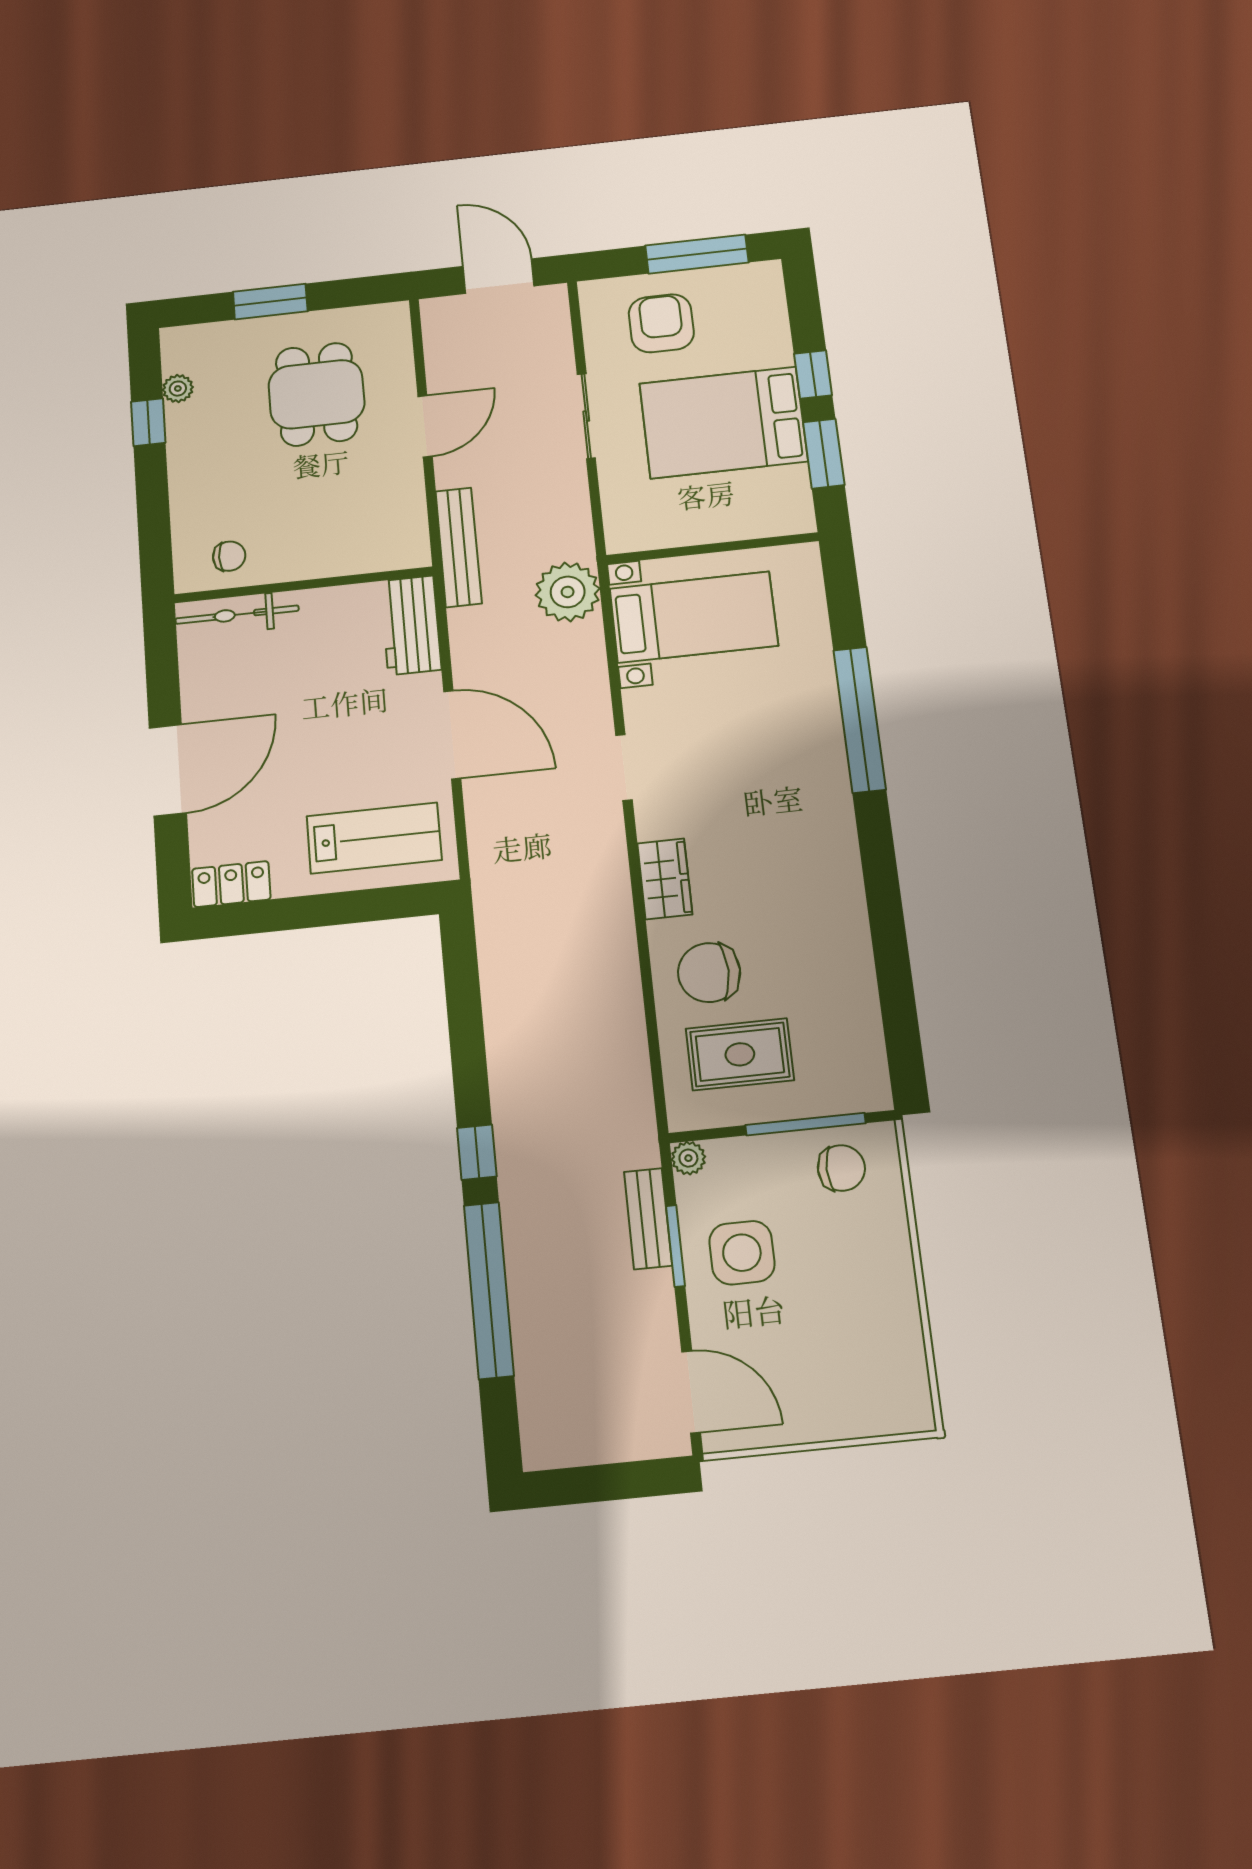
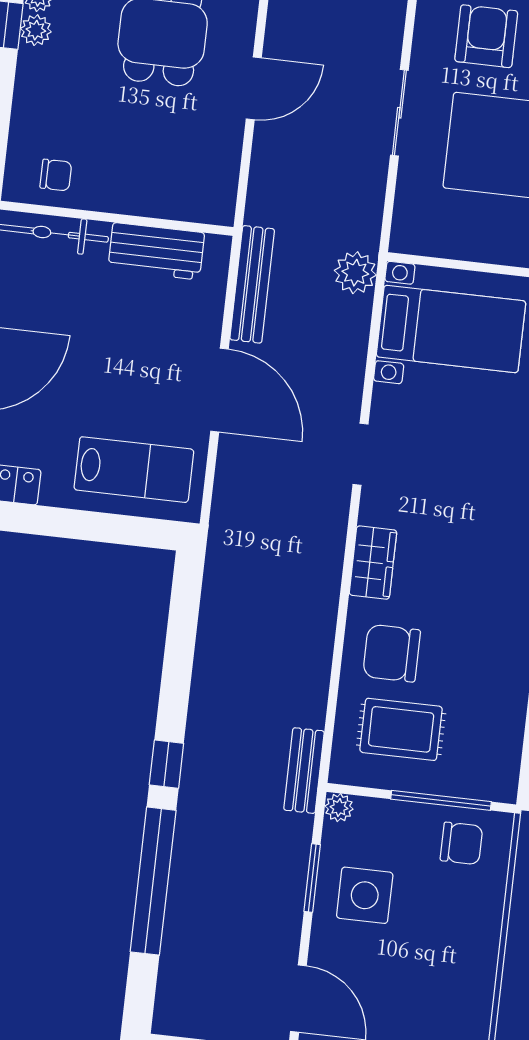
plant: (181, 420) -> (36, 30), added
bench: (459, 547) -> (252, 284), moved
plant: (568, 592) -> (355, 273), width x0.73, depth x0.73
workbench: (411, 625) -> (156, 251), moved, turned -90
bench: (648, 1219) -> (304, 771), moved

